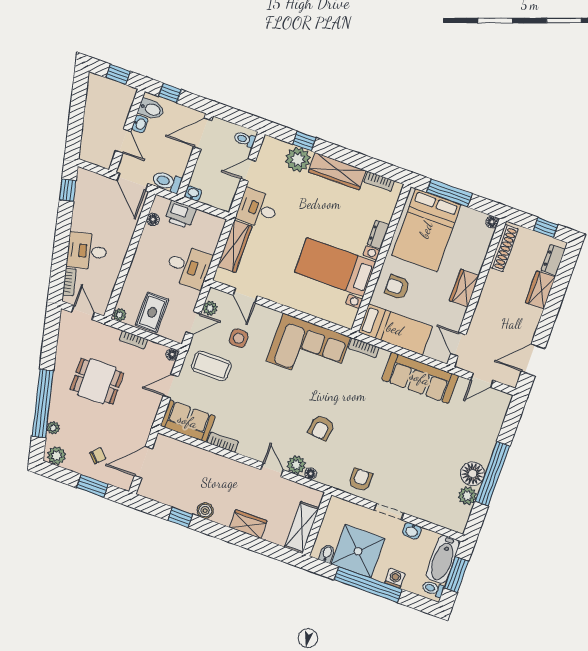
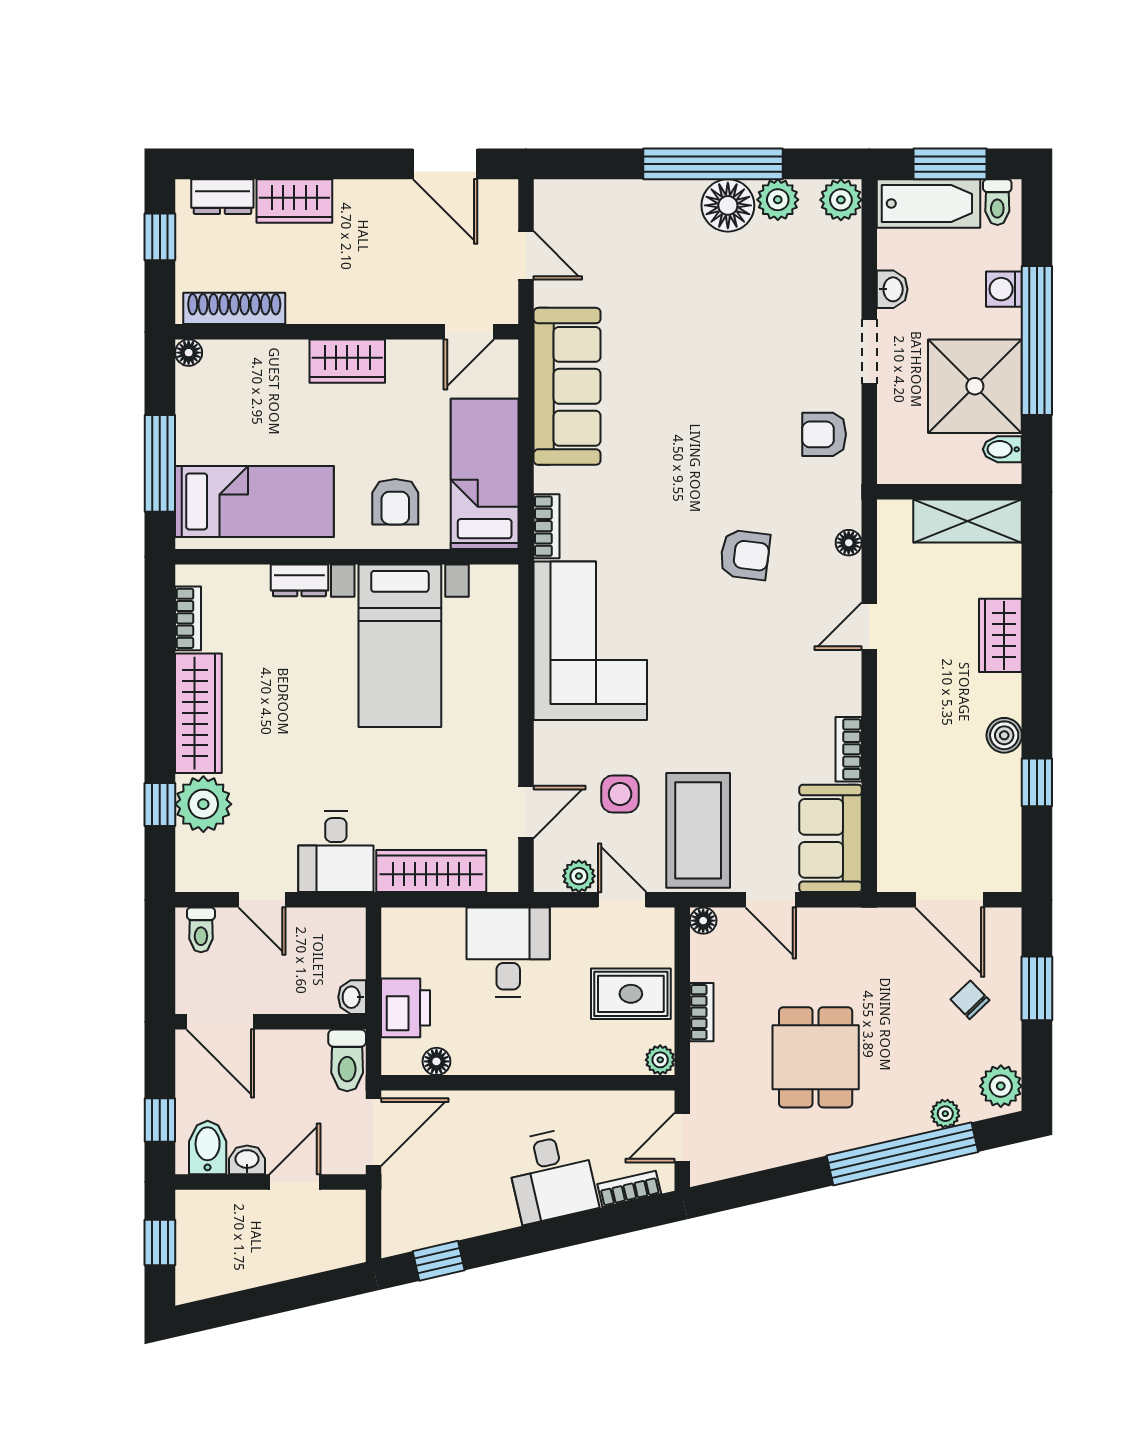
bed: (426, 230) -> (254, 501), width x0.67
coffee table: (211, 366) -> (698, 830), width x1.36, depth x1.32
plant: (296, 465) -> (841, 200), moved

